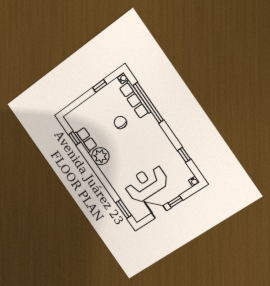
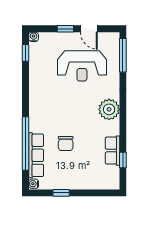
window: (184, 155) -> (26, 53), moved
plant: (100, 156) -> (109, 109), moved
window: (124, 209) -> (123, 55), width x1.44

